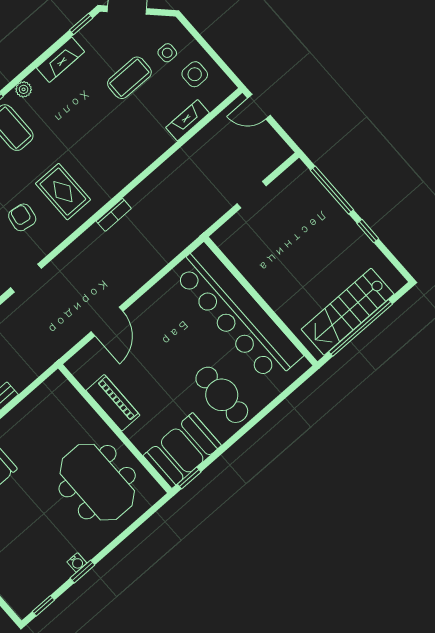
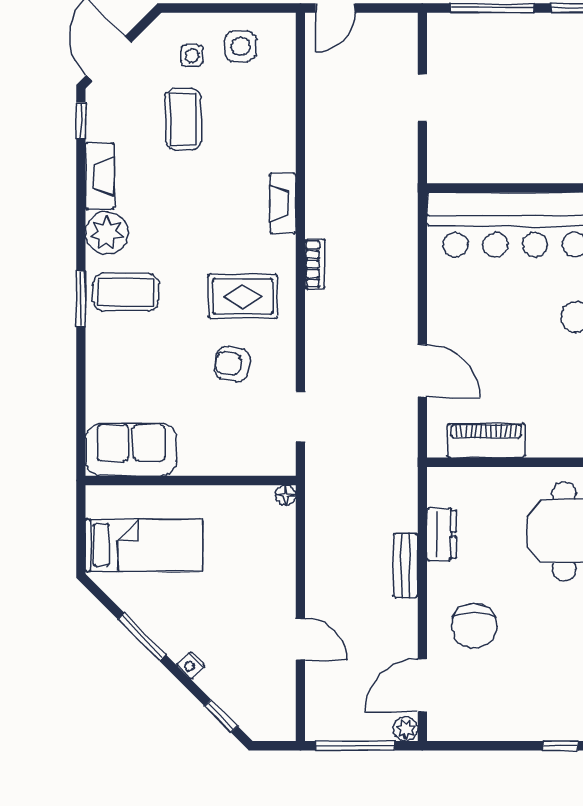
plant: (24, 89) -> (107, 233), width x1.88, depth x1.88
fireplace: (187, 120) -> (283, 204), moved
piano: (113, 403) -> (486, 440), moved
dresser: (29, 408) -> (442, 534), added

